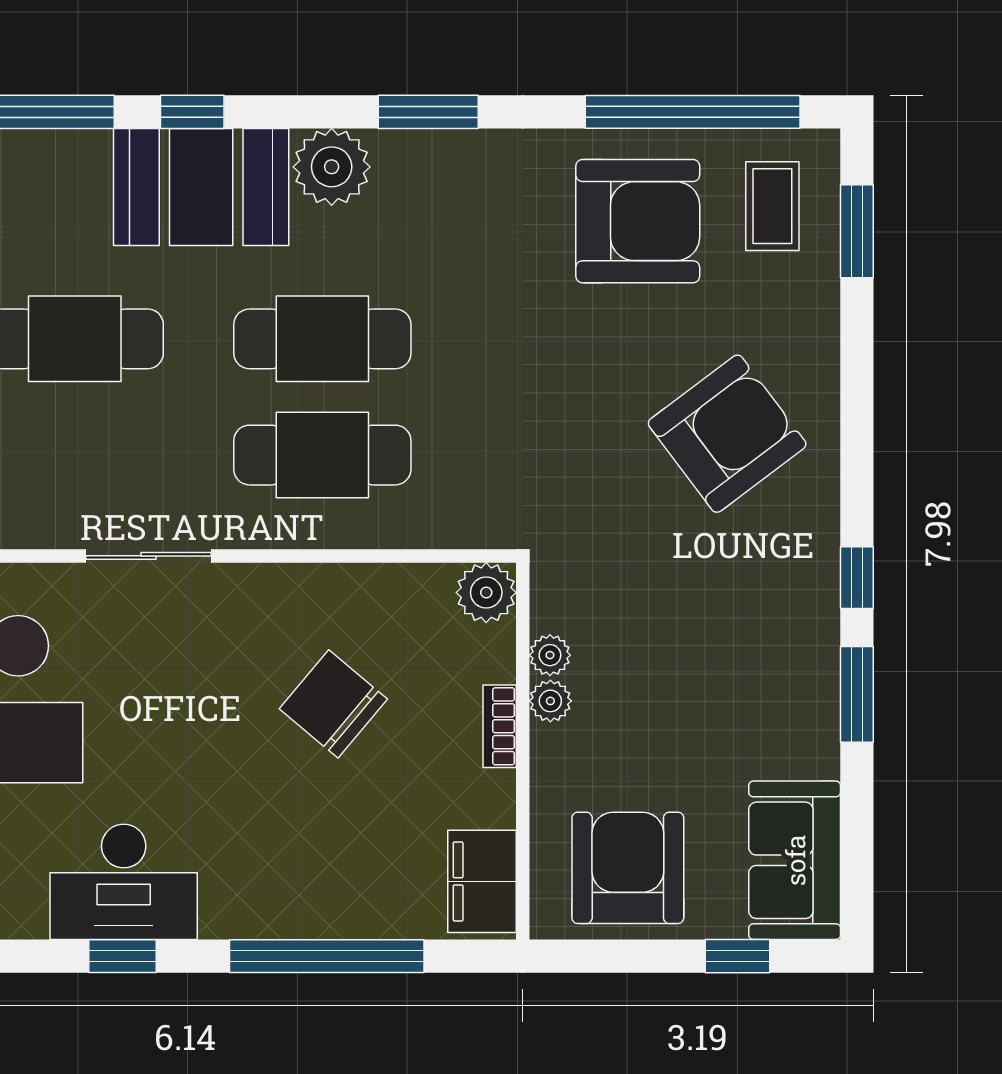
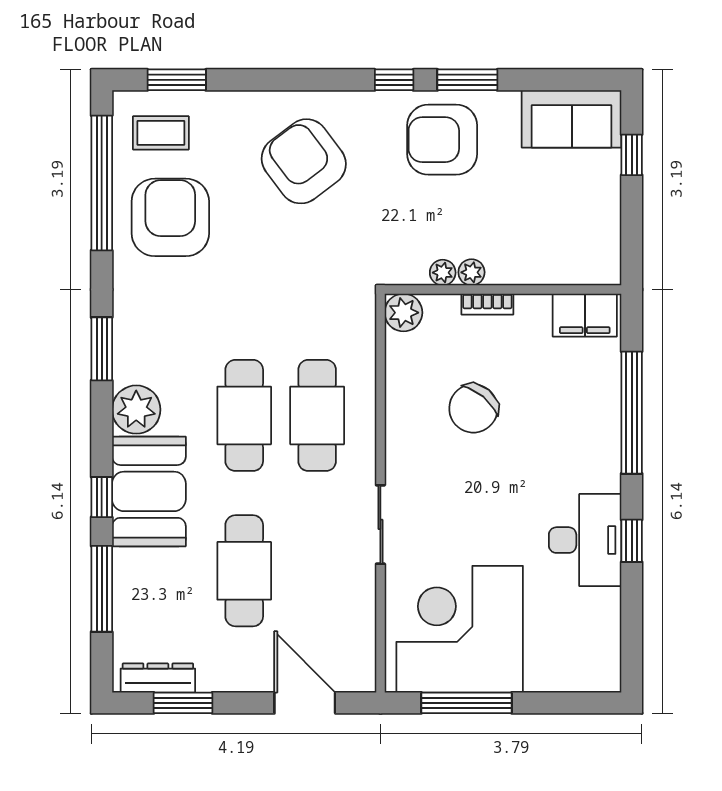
armchair: (628, 868) -> (442, 140), moved

